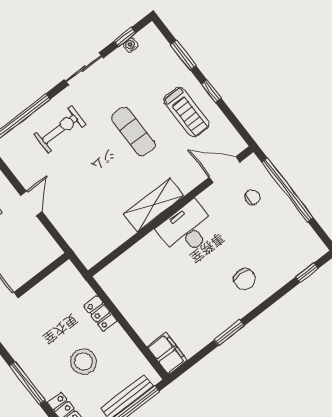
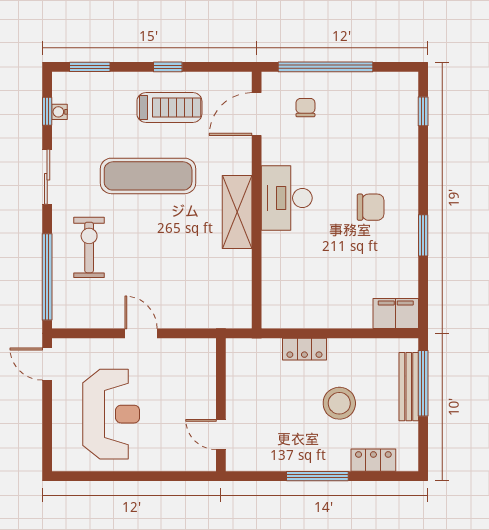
window: (183, 55) -> (90, 67), moved
exercise mat: (133, 132) -> (148, 176), width x1.36, depth x1.45
chair: (245, 279) -> (371, 207), moved

